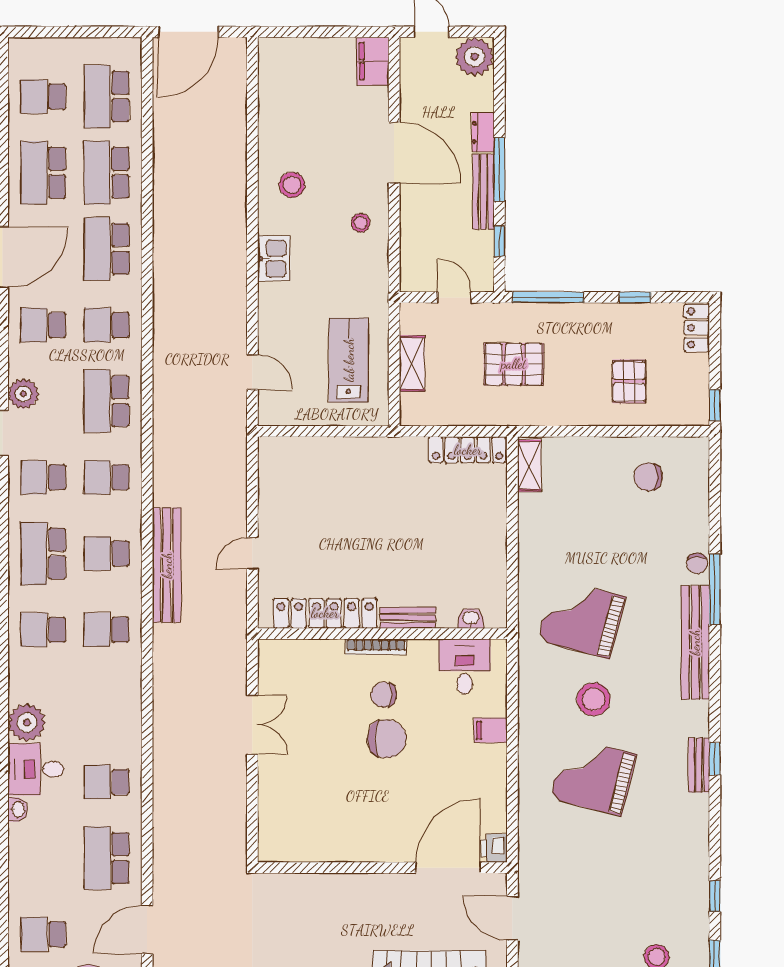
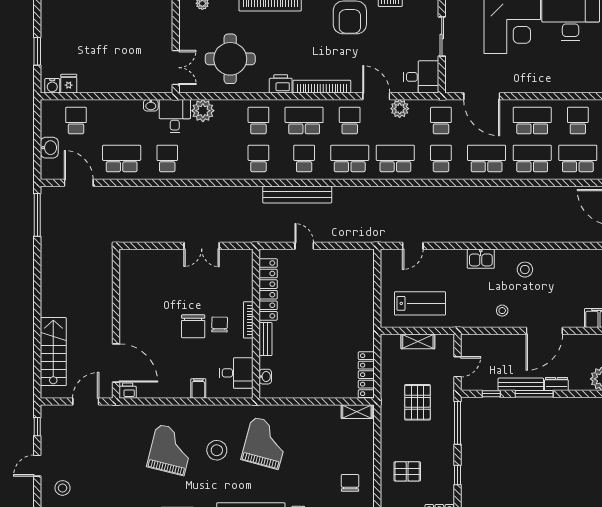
school desk: (107, 477) -> (350, 158), width x1.85

